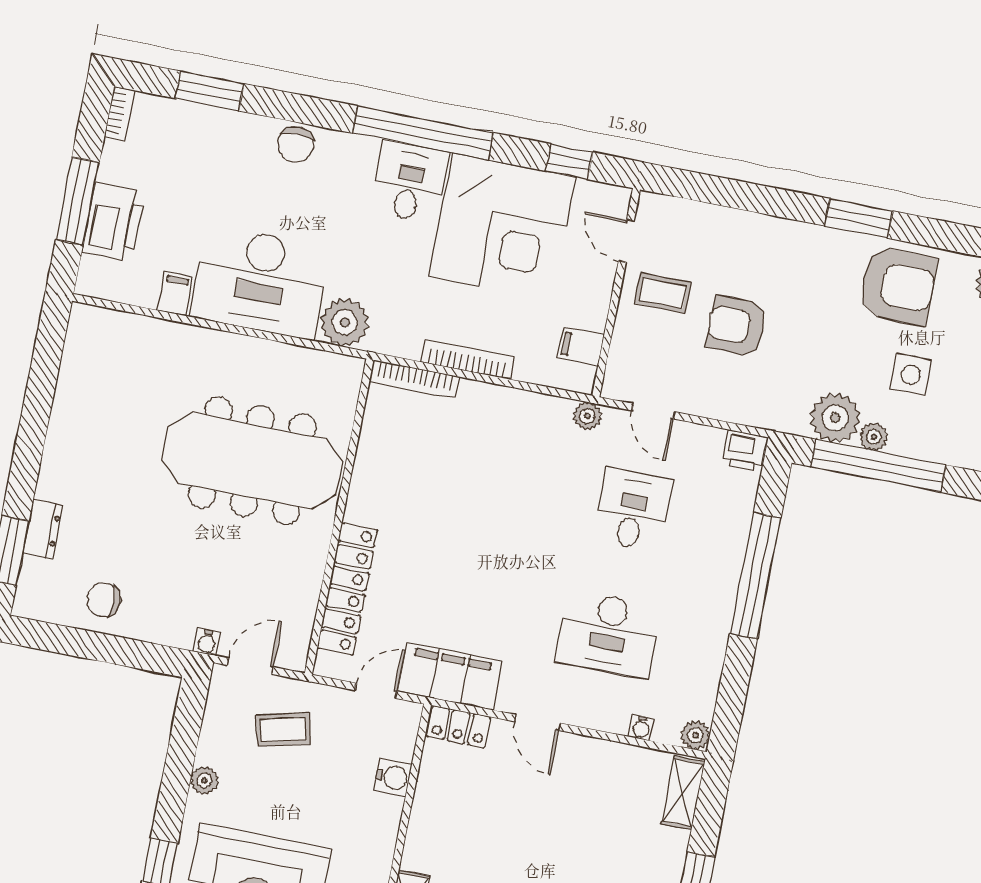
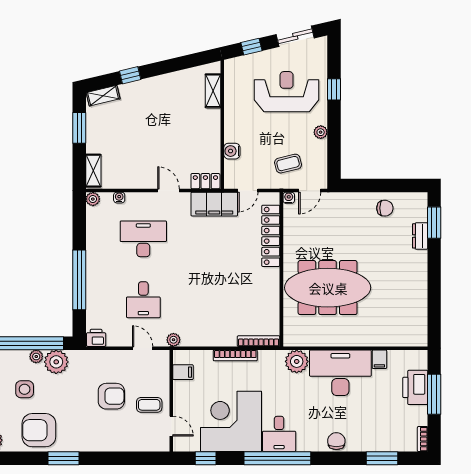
water cooler: (207, 642) -> (289, 198), moved

